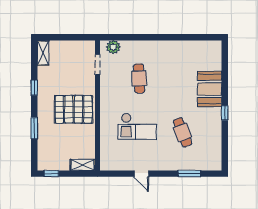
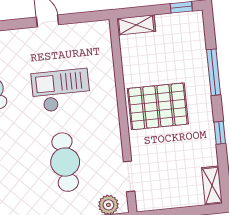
cafe table: (139, 78) -> (65, 162), width x1.37, depth x1.35
window: (34, 128) -> (214, 72), width x1.44

